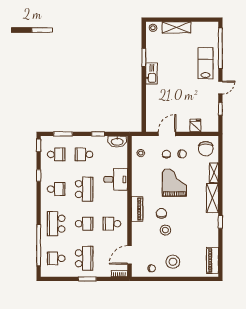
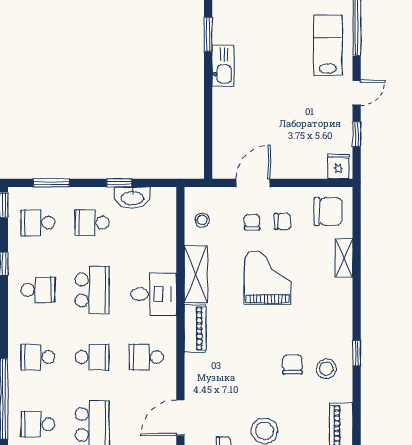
fridge: (195, 125) -> (338, 166), moved
washbasin: (117, 142) -> (132, 198), moved
chair: (206, 149) -> (328, 212), turned -90
school desk: (56, 154) -> (38, 223), turned 180
desk: (116, 179) -> (154, 294), moved
shelving: (212, 198) -> (196, 274), moved
chair: (161, 213) -> (293, 365), moved
school desk: (56, 224) -> (38, 357), width x0.54
stool: (165, 230) -> (326, 369), moved

